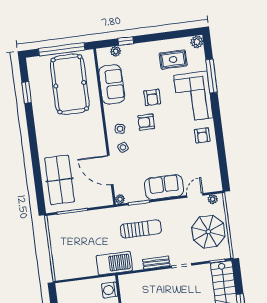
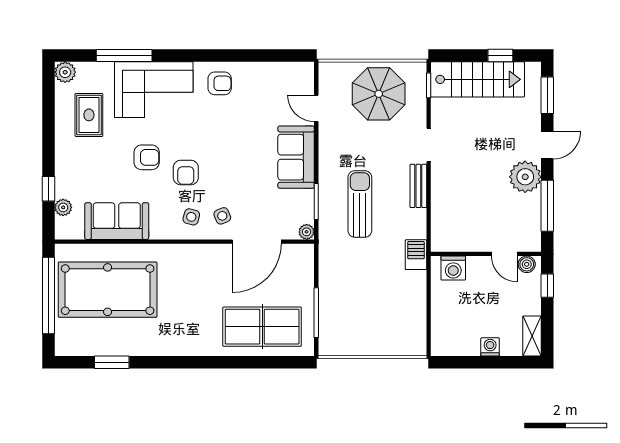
plant: (213, 199) -> (326, 80), removed
barbecue: (114, 263) -> (416, 255), width x0.53, depth x0.65

